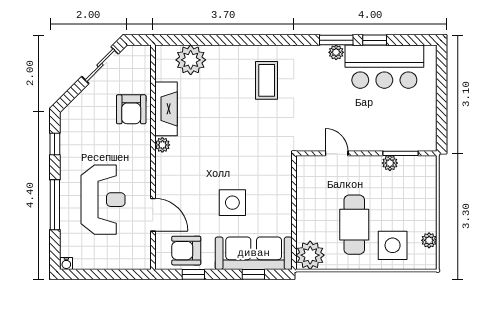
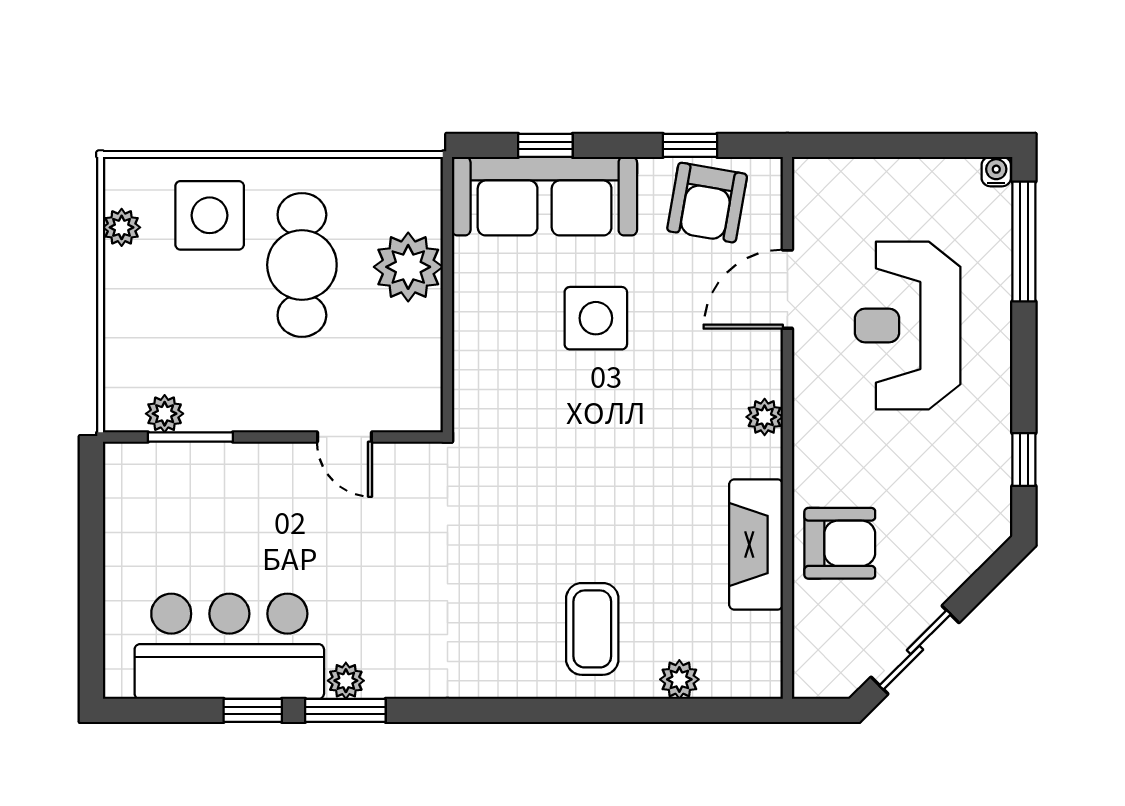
plant: (191, 60) -> (679, 679), width x0.53, depth x0.53
coffee table: (267, 80) -> (592, 629), moved
armchair: (131, 109) -> (840, 543), turned 90
plant: (162, 145) -> (765, 417), moved
plant: (390, 163) -> (165, 414), moved
window: (55, 205) -> (1024, 241), moved
door: (153, 215) -> (787, 289), hinge flipped
armchair: (186, 251) -> (707, 203), turned 100
plant: (310, 255) -> (408, 267), moved

